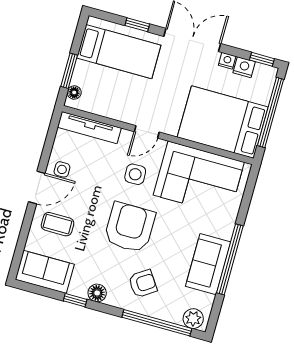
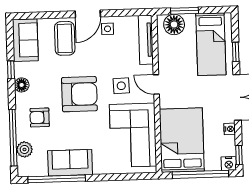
nightstand: (244, 67) -> (229, 164), moved, turned 90
floor lamp: (74, 93) -> (174, 25), width x1.89, depth x1.89
door: (37, 188) -> (88, 14), hinge flipped
coffee table: (58, 224) -> (65, 38), width x1.36, depth x1.30
window: (230, 259) -> (57, 179), moved
armchair: (143, 284) -> (40, 117), turned 124
plant: (193, 319) -> (24, 149), moved

